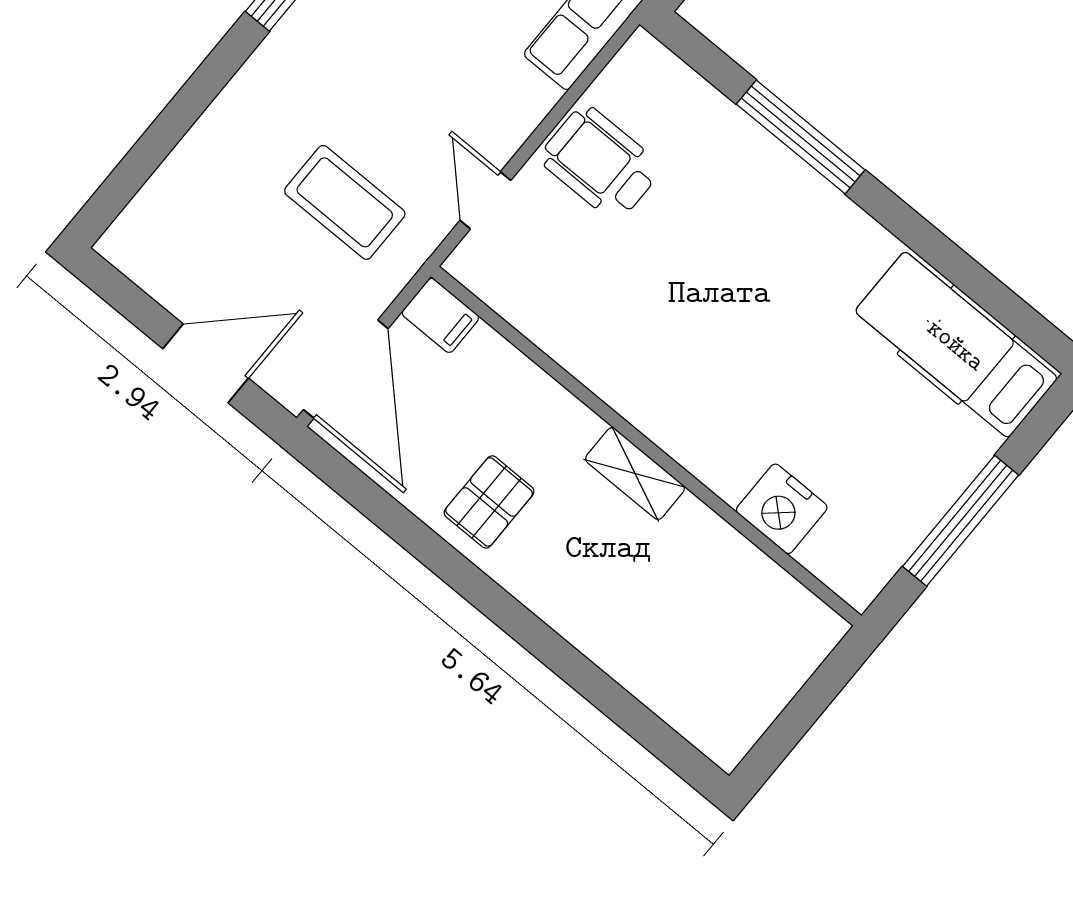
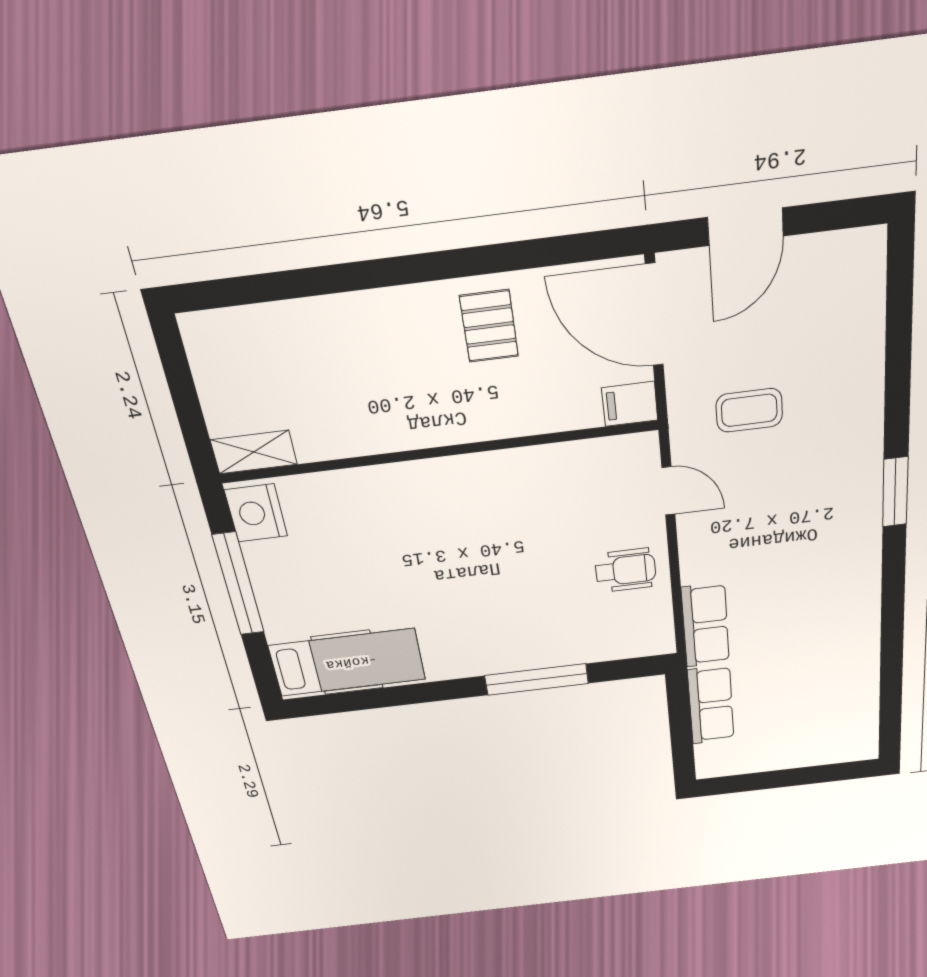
wheelchair: (600, 163) -> (625, 570), width x0.73, depth x0.73
coffee table: (345, 202) -> (749, 410), width x0.73, depth x0.77
shelving: (635, 474) -> (254, 452), moved
nightstand: (782, 509) -> (256, 513), moved, turned -90

